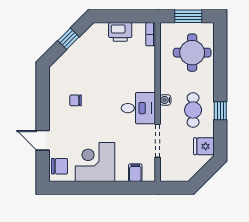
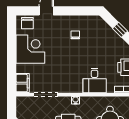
desk: (138, 108) -> (95, 81), moved
filing cabinet: (135, 173) -> (23, 83), width x2.00

